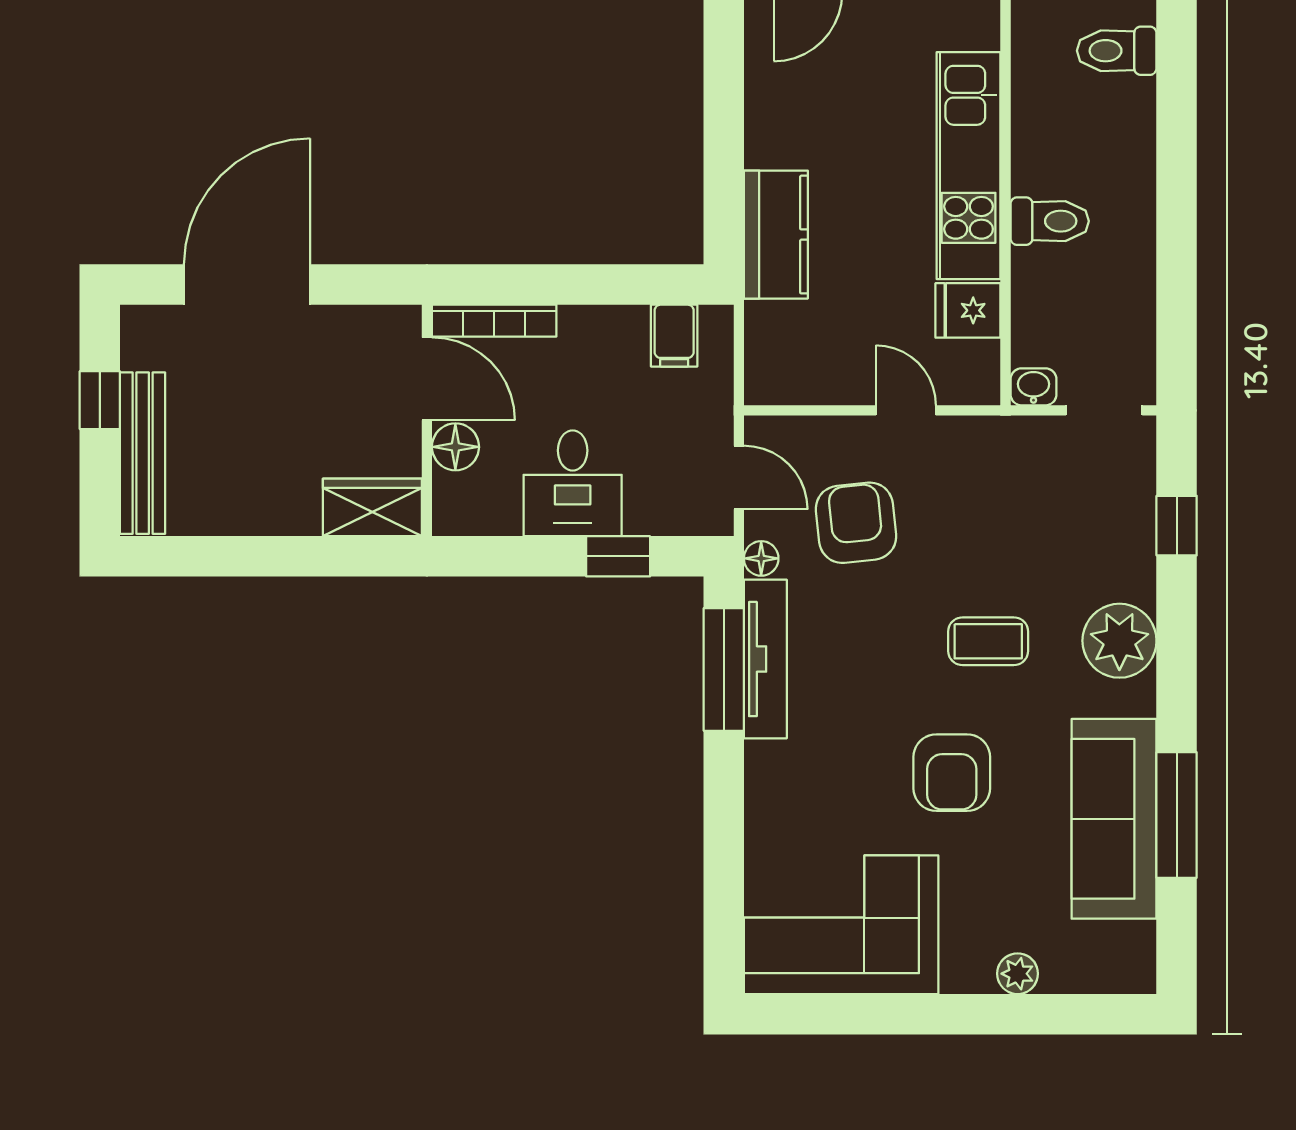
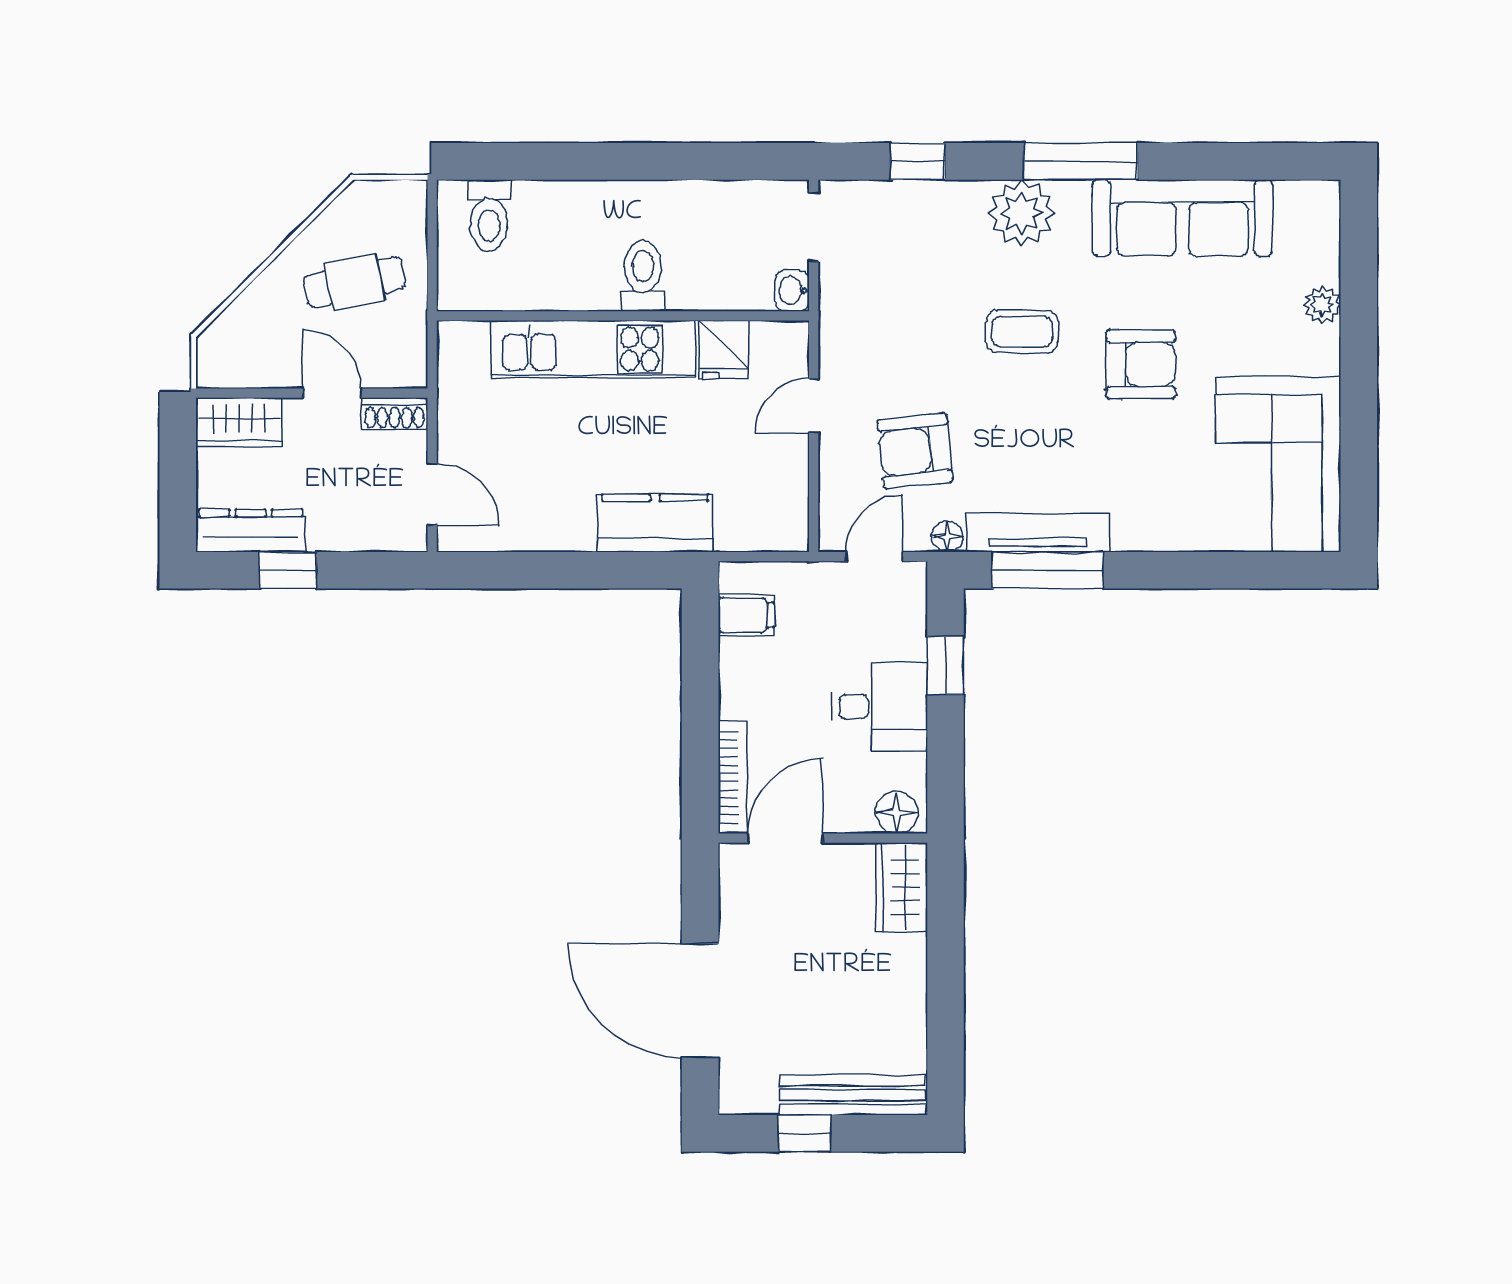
floor lamp: (455, 447) -> (897, 812), moved
coffee table: (988, 641) -> (1022, 332), turned 90
window: (1177, 815) -> (1081, 161), moved

